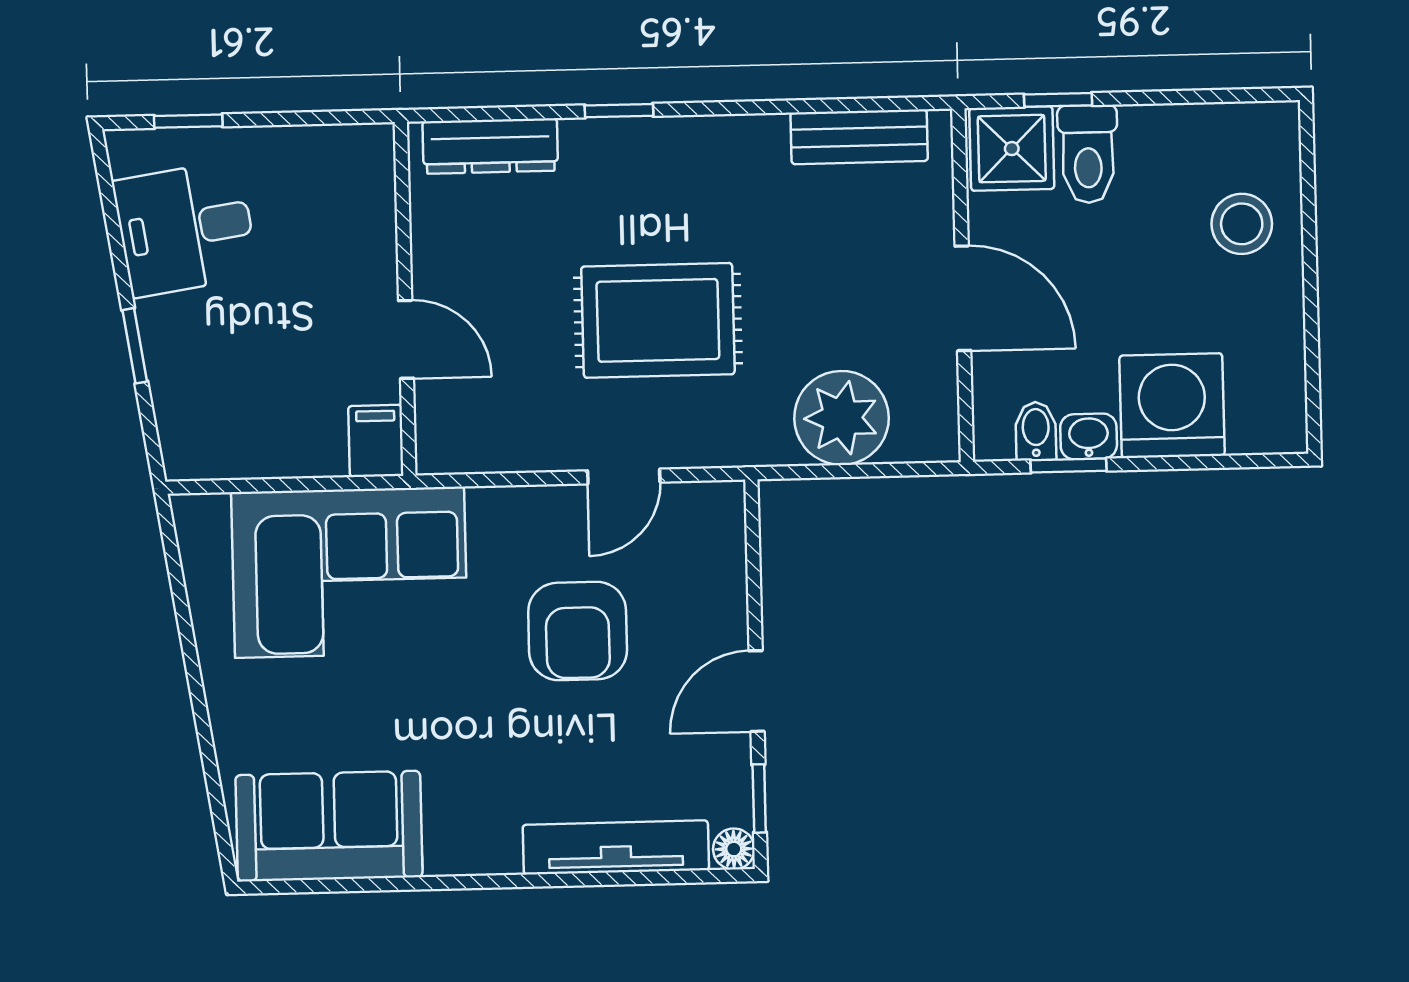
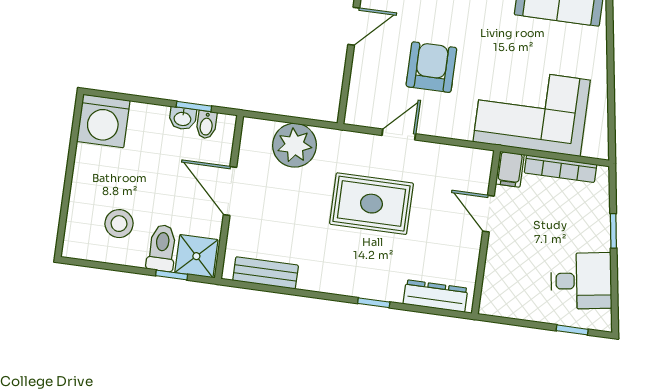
stool: (1242, 224) -> (119, 224), moved
washing machine: (1172, 406) -> (103, 121), moved
bookcase: (268, 460) -> (561, 169), added

